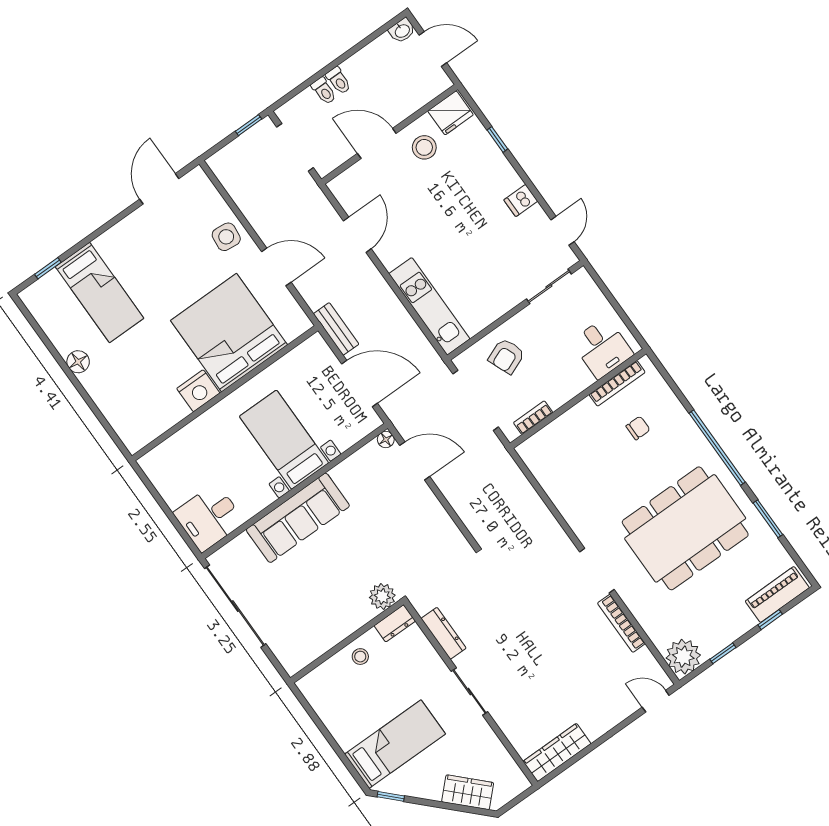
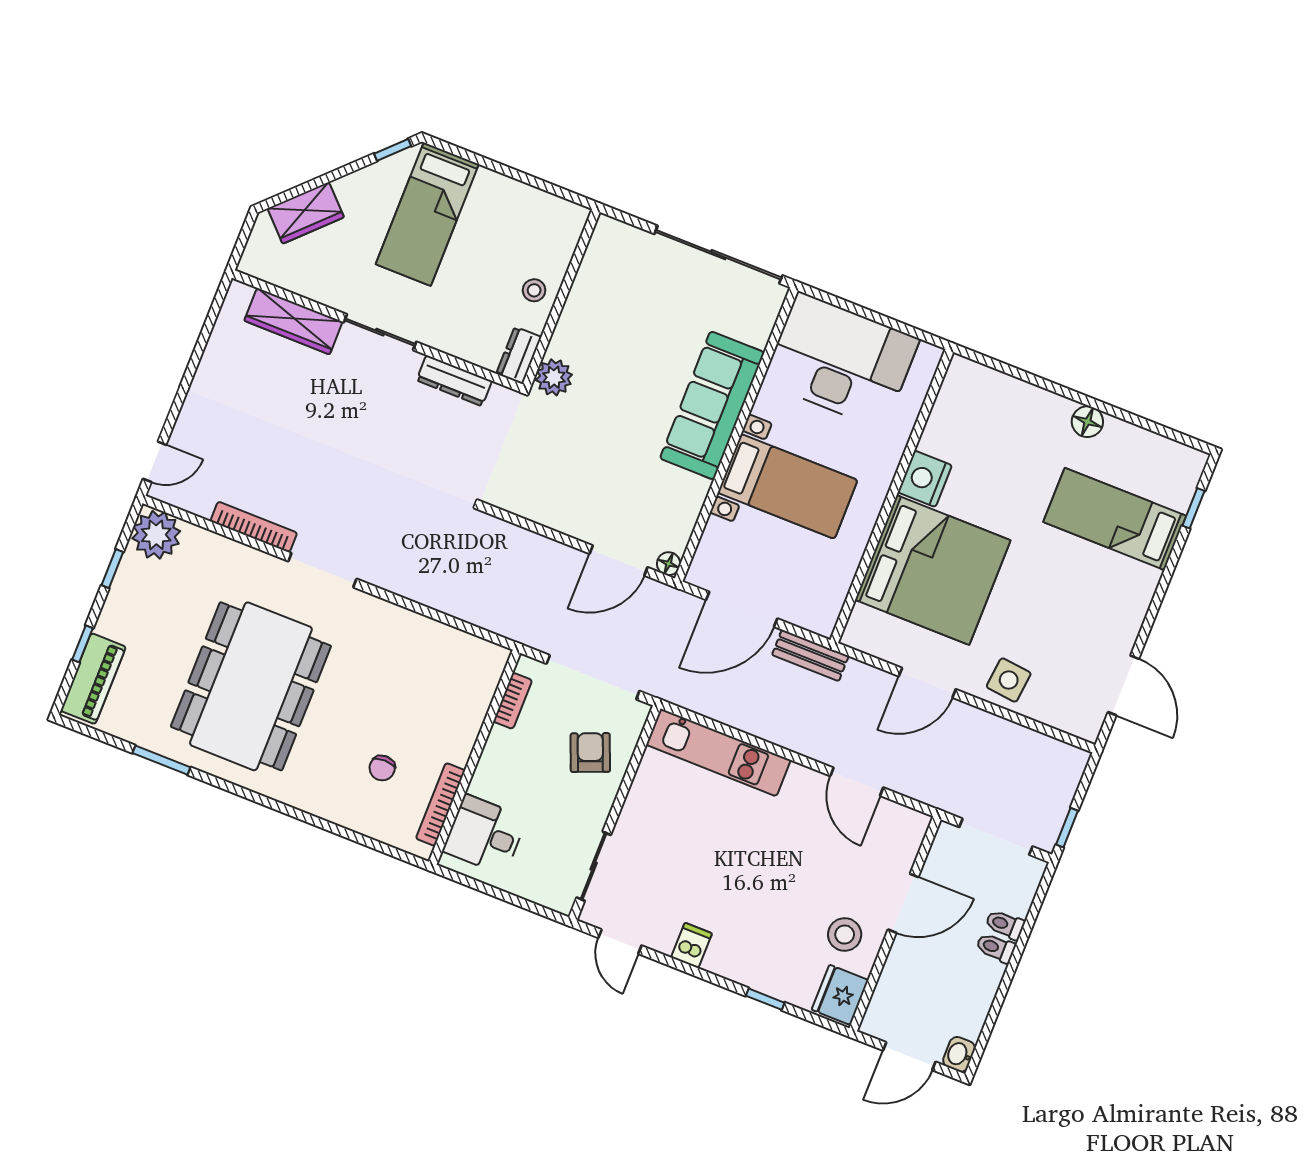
window: (717, 448) -> (275, 805), removed
desk: (209, 517) -> (841, 361), width x1.87, depth x1.30
wardrobe: (557, 752) -> (293, 321), moved, turned 90

